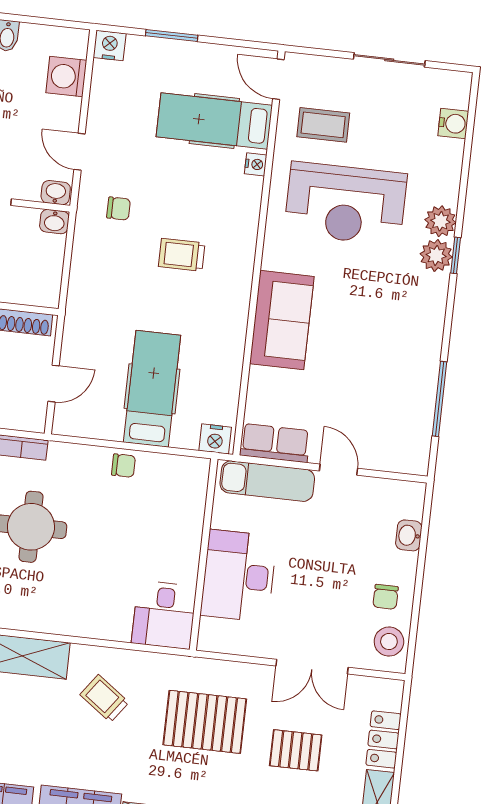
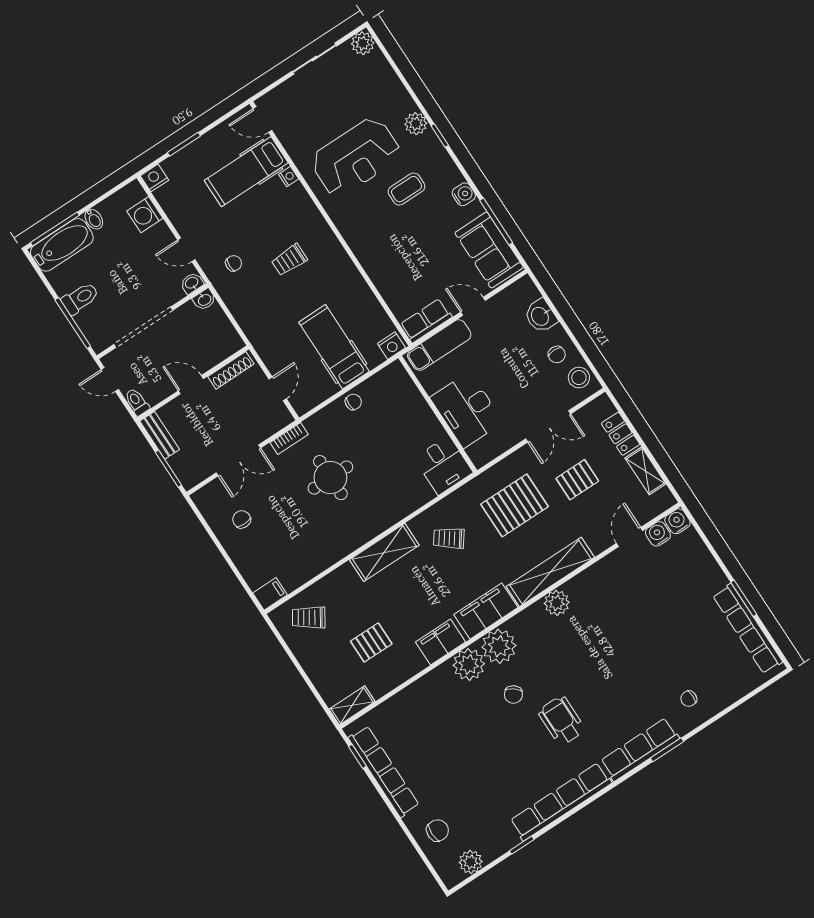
water cooler: (453, 123) -> (464, 194), moved
coffee table: (323, 125) -> (407, 189), moved
plant: (436, 255) -> (363, 43), moved
sofa: (282, 320) -> (489, 250), moved, turned 180
washbasin: (409, 535) -> (541, 316), width x1.38, depth x1.45

